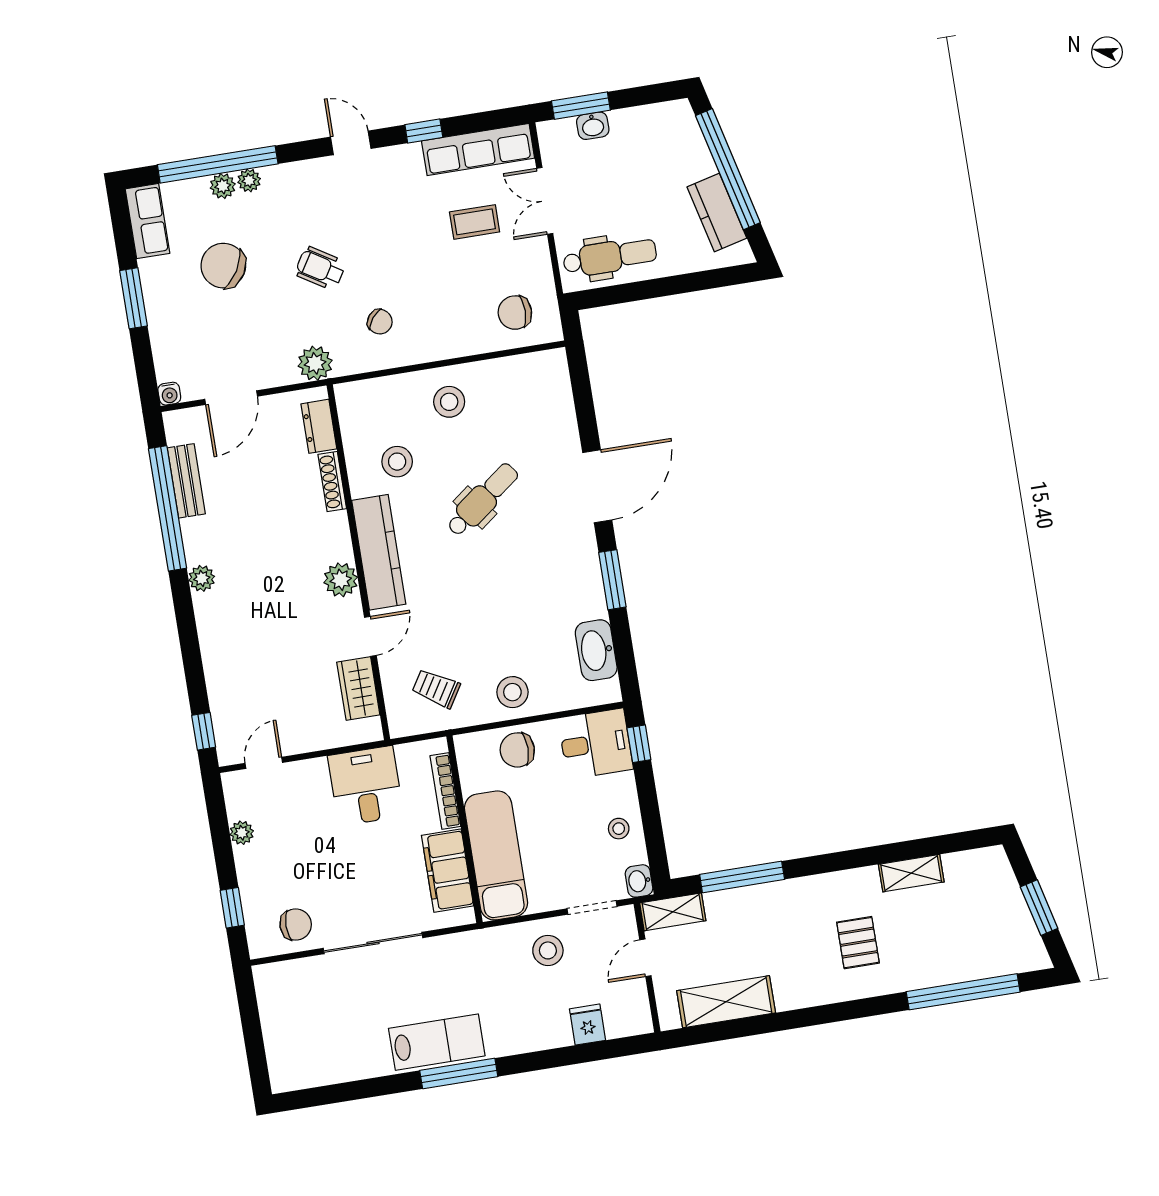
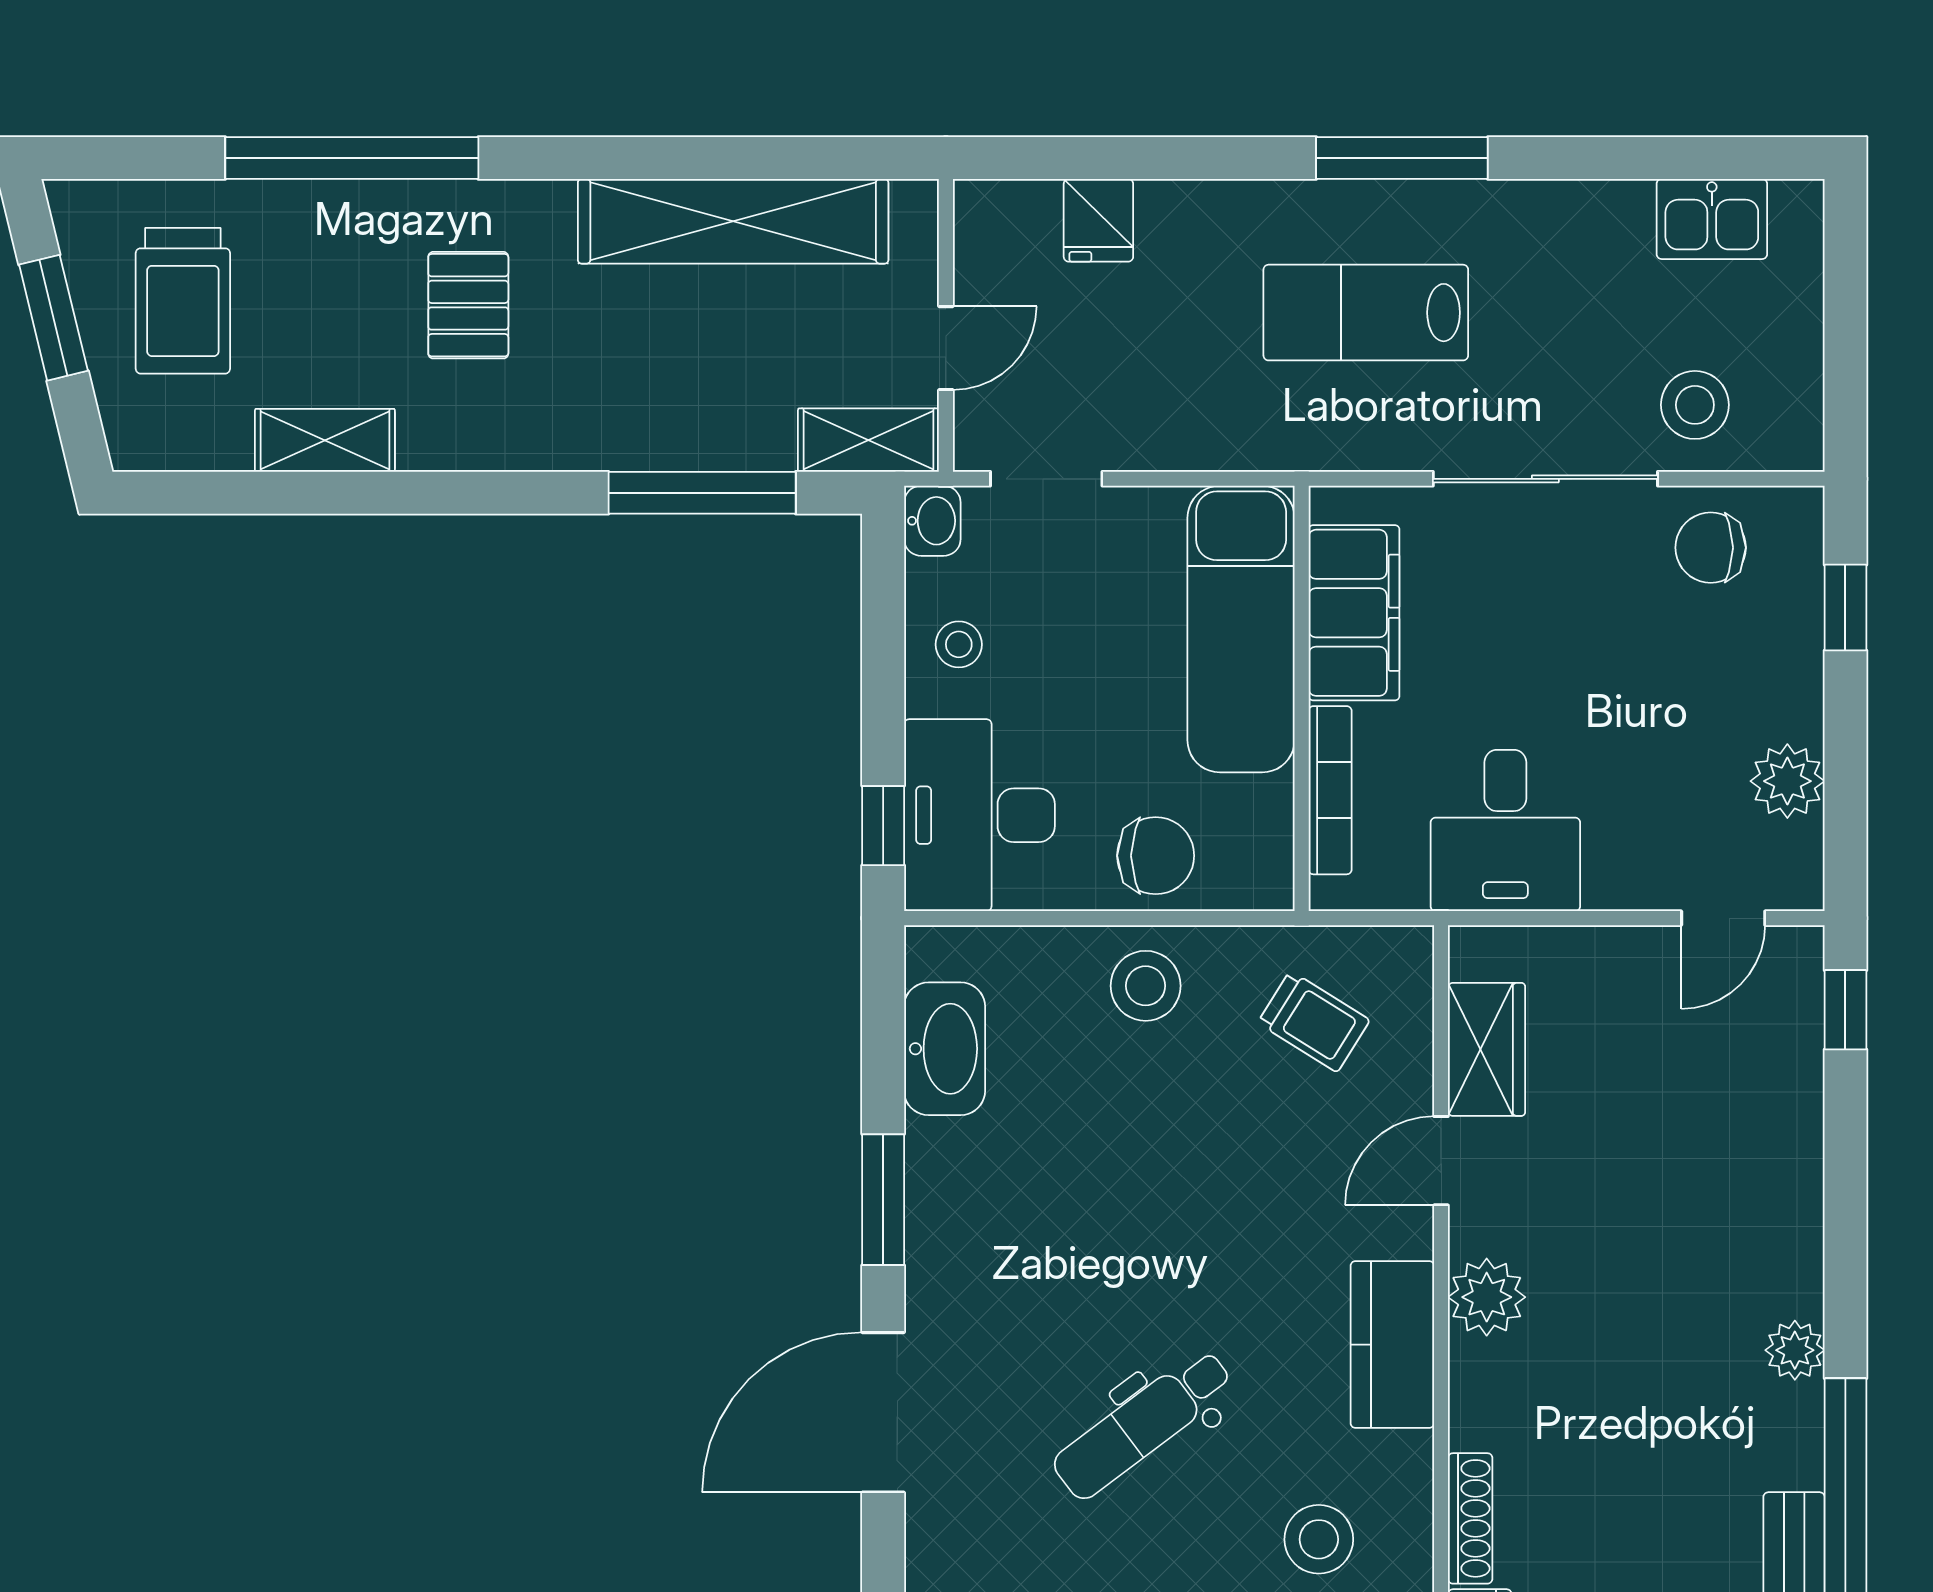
kitchen counter: (379, 552) -> (1392, 1345), width x0.67
desk: (596, 744) -> (979, 815), width x1.37
plant: (242, 833) -> (1787, 781), width x1.38, depth x1.38
trolley: (983, 924) -> (183, 301), added
stool: (548, 950) -> (1695, 405), moved
window: (963, 992) -> (352, 158), moved
shelving: (726, 1002) -> (733, 221), width x1.47
lab bench: (437, 1042) -> (1366, 313), moved
kitchen sink: (319, 1069) -> (1712, 219), added

